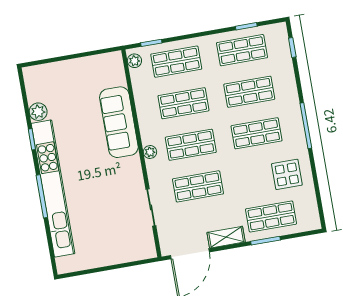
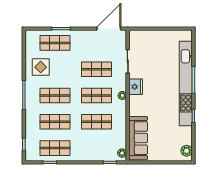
shop shelf: (176, 62) -> (97, 148), removed
plant: (38, 112) -> (187, 151), moved
sofa: (119, 122) -> (138, 138), moved
fridge: (131, 170) -> (136, 87), added
shelving: (226, 237) -> (85, 35), removed

